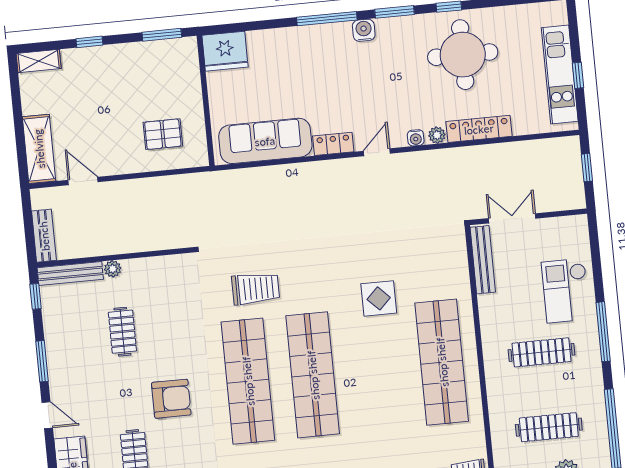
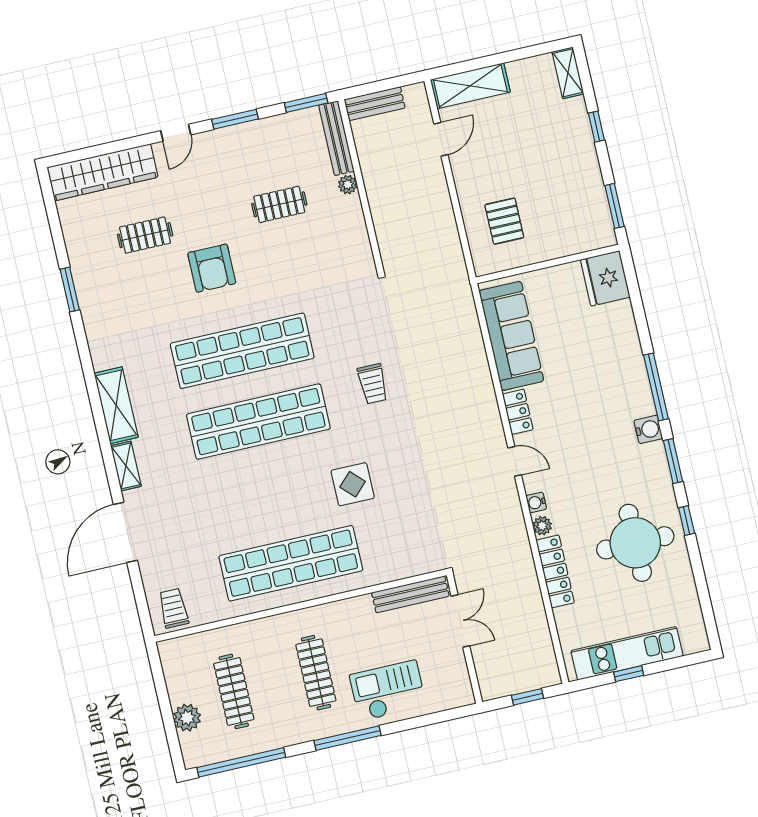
trolley: (256, 289) -> (373, 384), moved, width x0.73, depth x0.72
window: (36, 296) -> (306, 103), width x1.50

